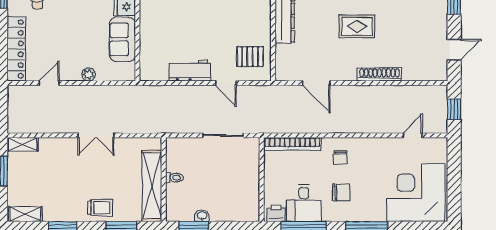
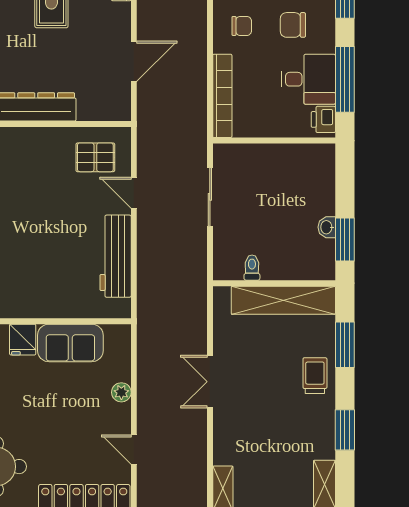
pallet: (250, 57) -> (95, 157), turned 90
workbench: (190, 71) -> (116, 256), width x1.38
door: (226, 83) -> (134, 193), swing flipped
double door: (96, 135) -> (210, 382), swing flipped
toilet: (174, 178) -> (252, 268), moved
chair: (341, 192) -> (293, 25), turned -90

